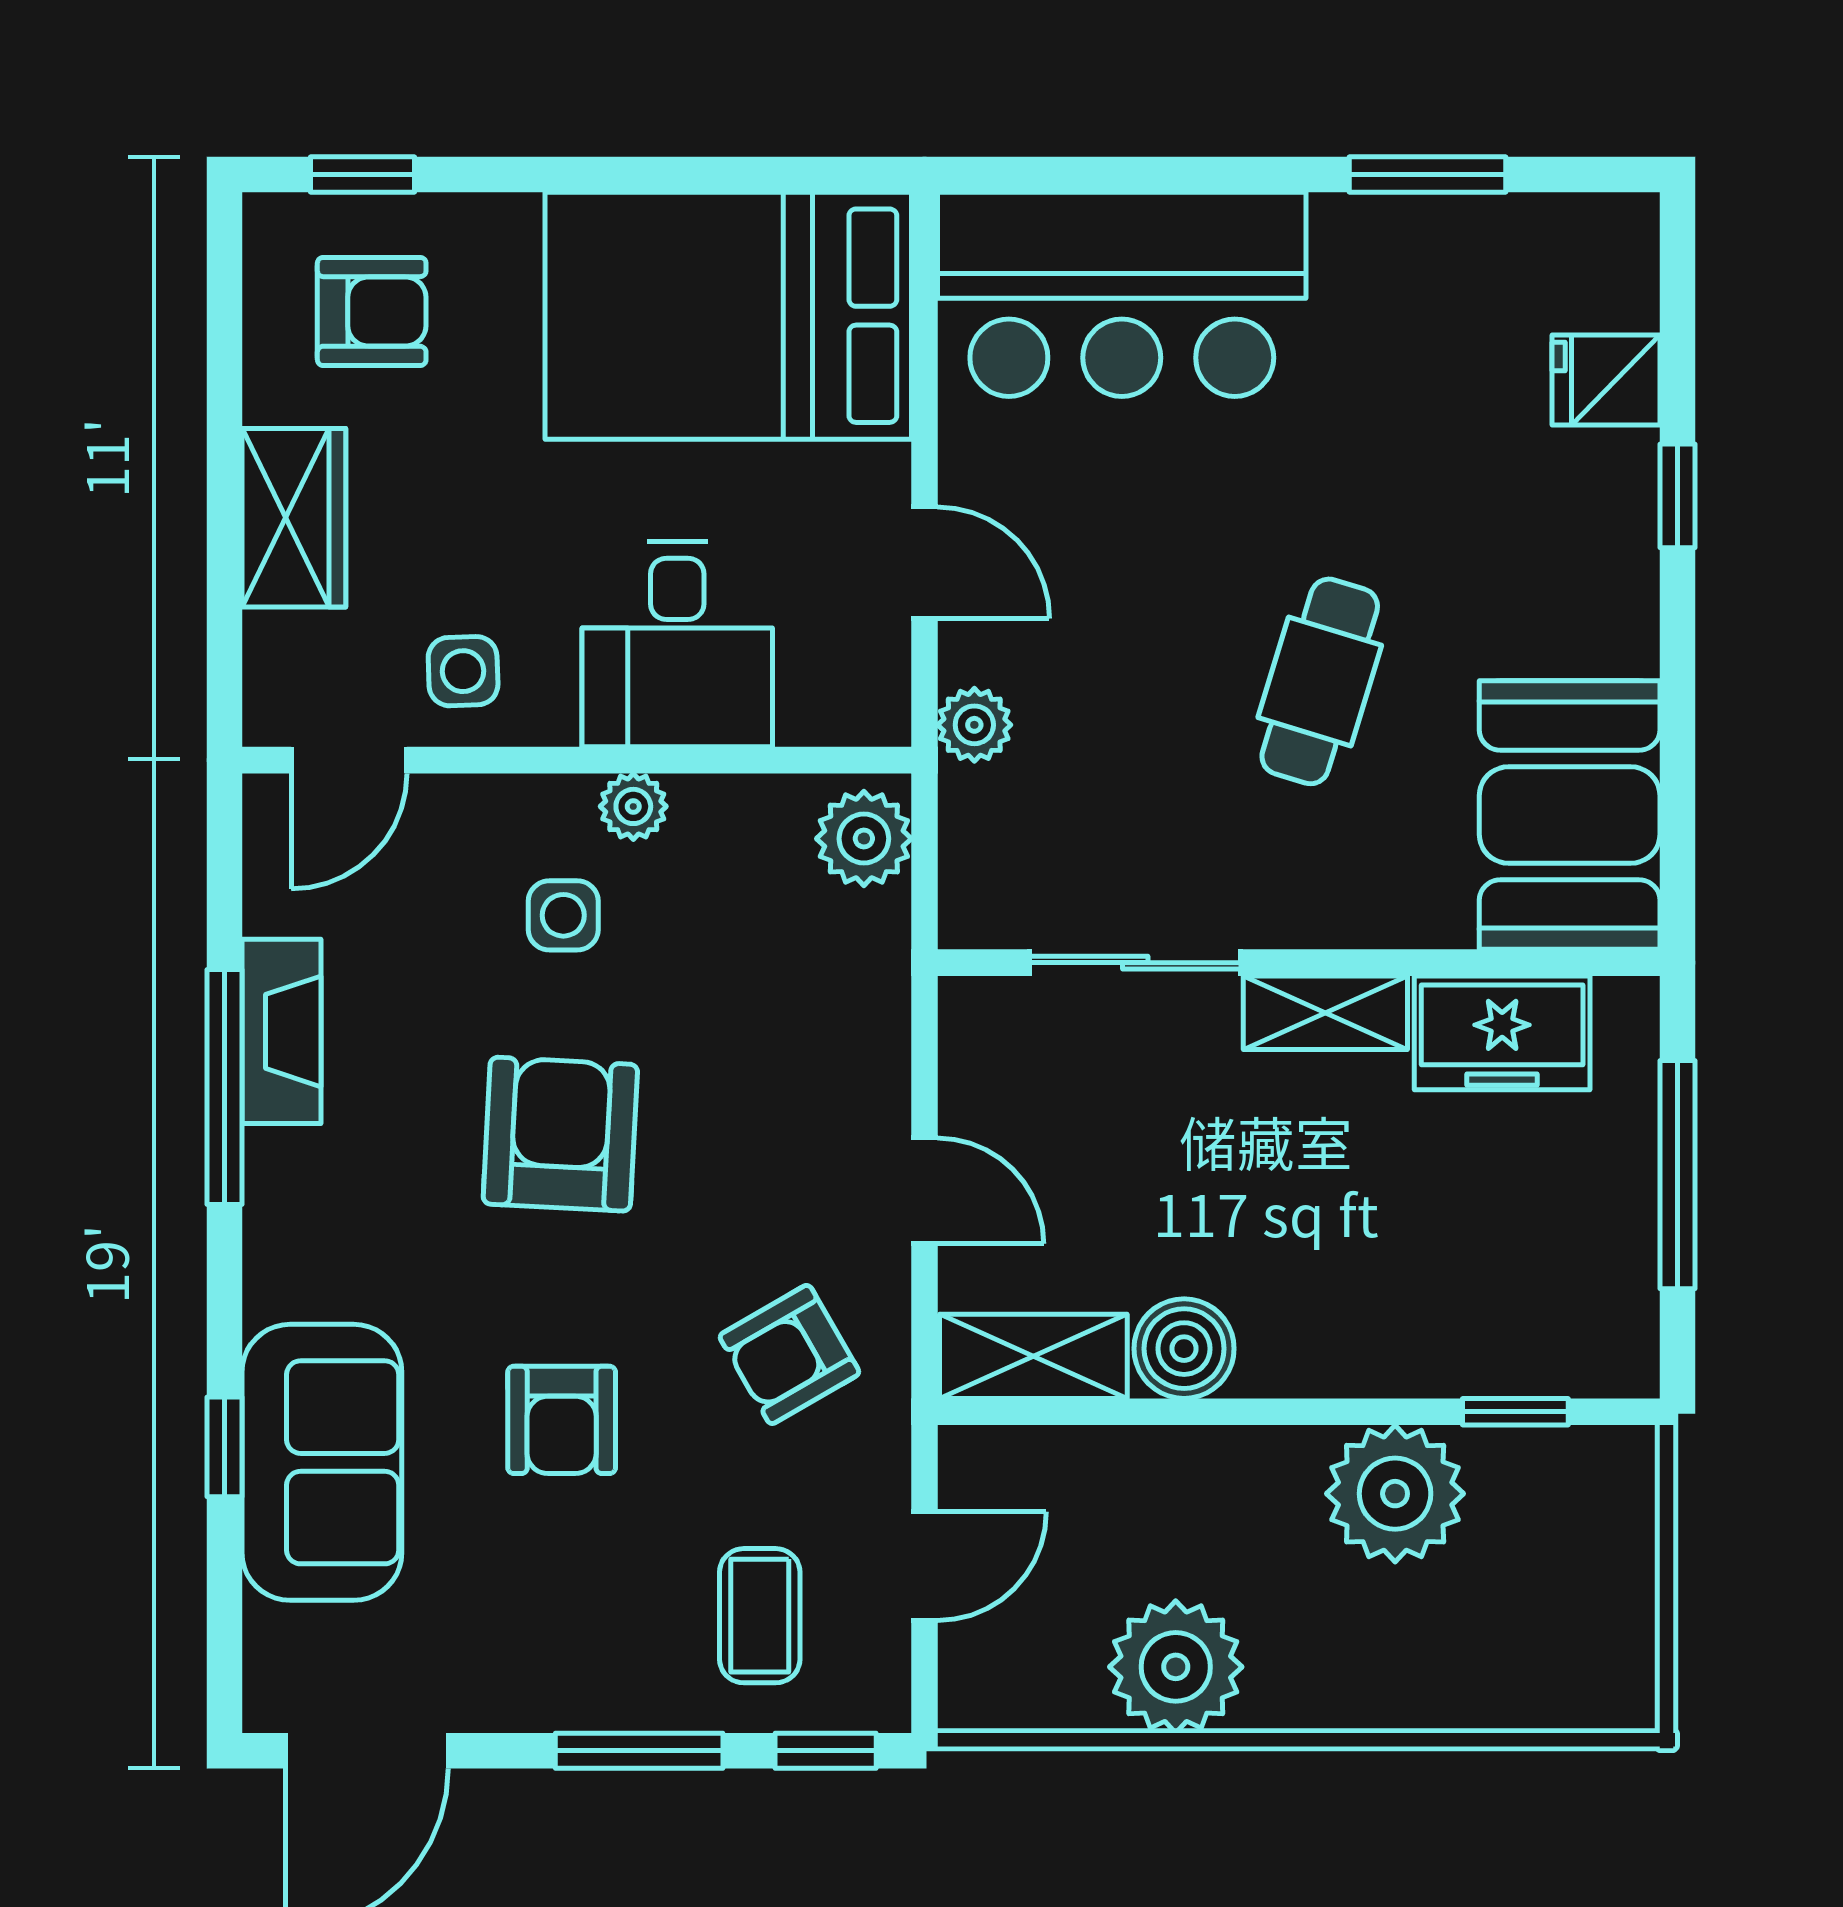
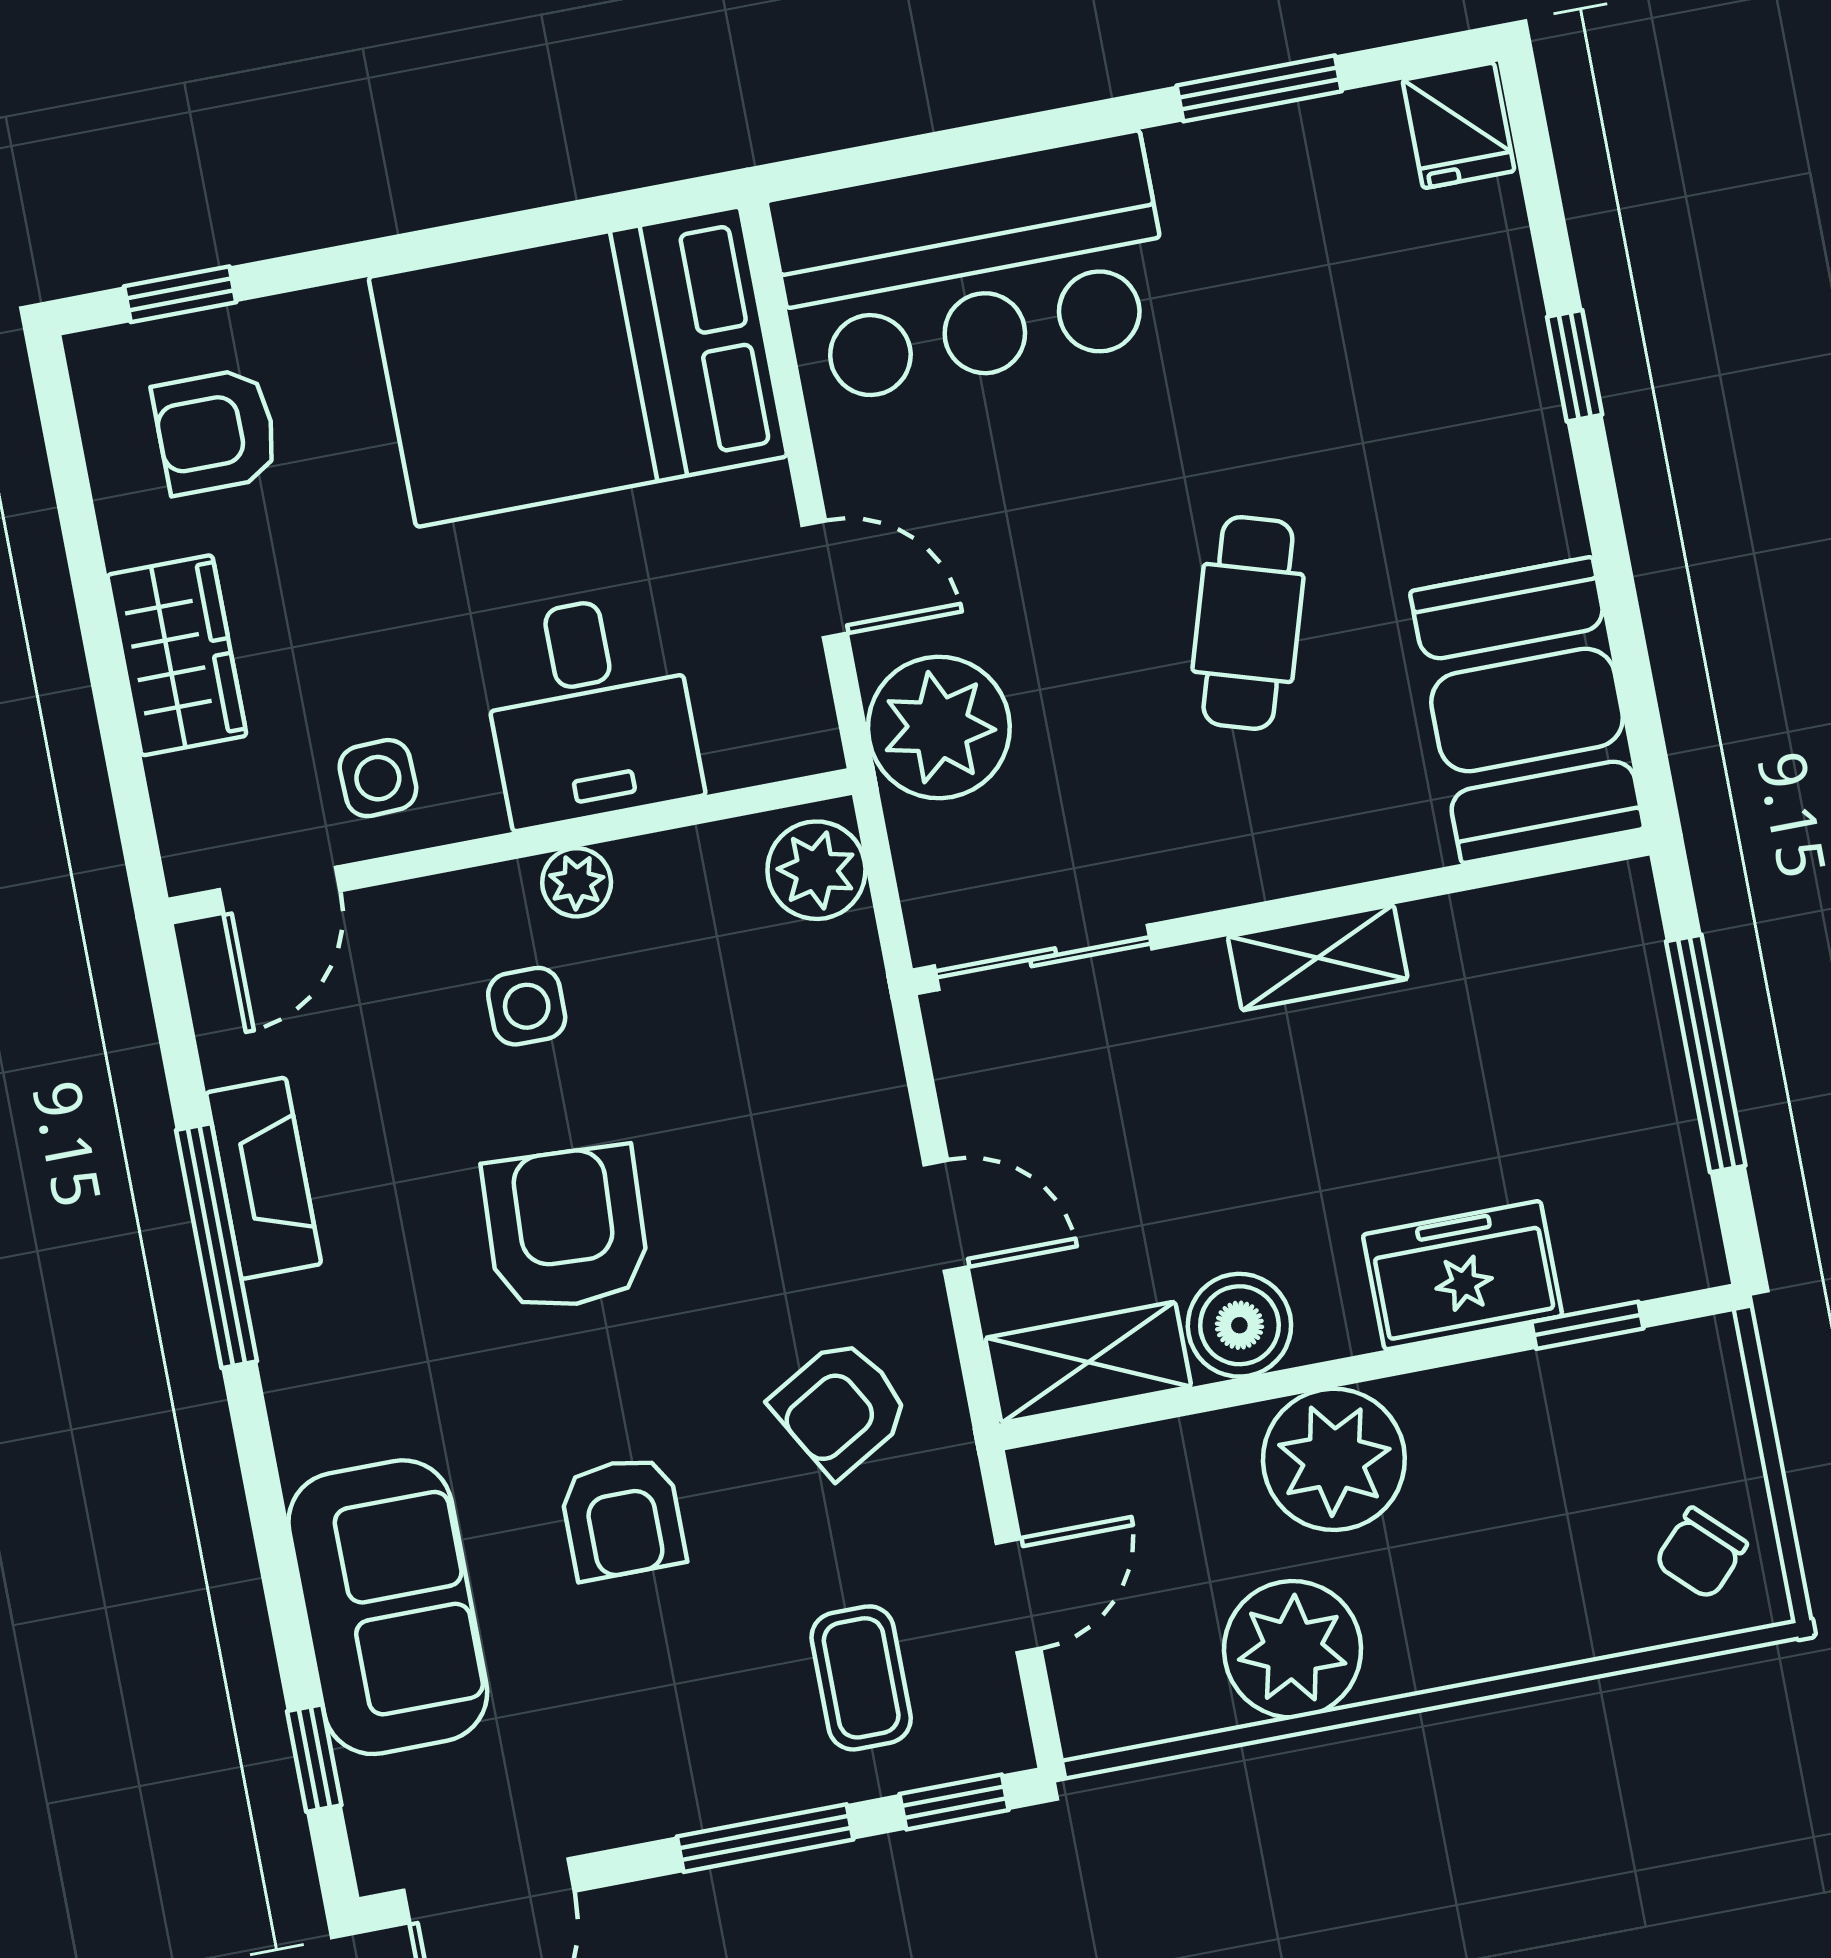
armchair: (372, 311) -> (216, 431), turned 180
fridge: (1606, 380) -> (1459, 125), moved, turned -90
plant: (974, 725) -> (939, 728), width x1.88, depth x1.88
sliding door: (1135, 963) -> (1043, 957), moved
freezer: (1502, 1033) -> (1463, 1275), moved, turned 180
window: (224, 1447) -> (314, 1758), moved
plant: (1395, 1494) -> (1334, 1459), moved
chair: (1582, 1650) -> (1701, 1553), added

